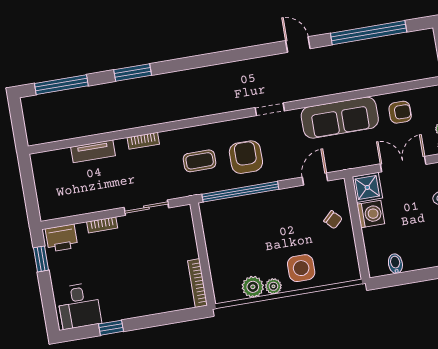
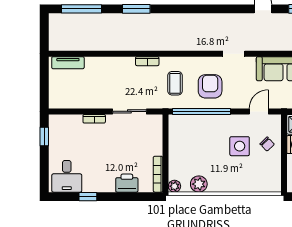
bookcase: (143, 141) -> (147, 61), moved
tv unit: (93, 151) -> (68, 63), moved
coffee table: (200, 161) -> (175, 83), turned 90
printer: (61, 238) -> (127, 183), moved, turned 180
side table: (301, 268) -> (240, 146), moved
plant: (273, 286) -> (174, 186), moved

